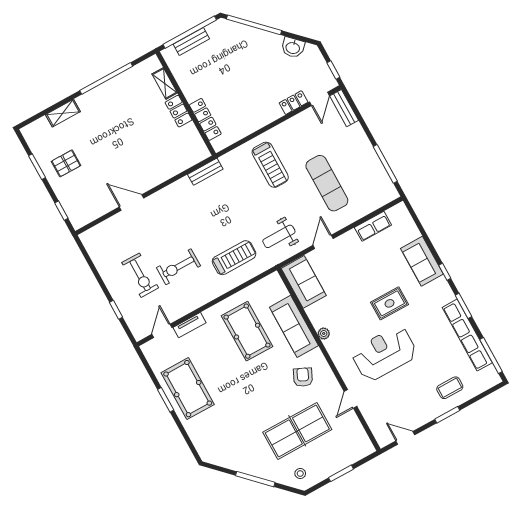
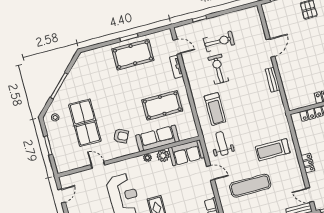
locker: (294, 103) -> (308, 163), moved
bench: (205, 172) -> (273, 80), moved
exercise bike: (140, 275) -> (219, 41), turned 180
plant: (316, 313) -> (163, 156), added

